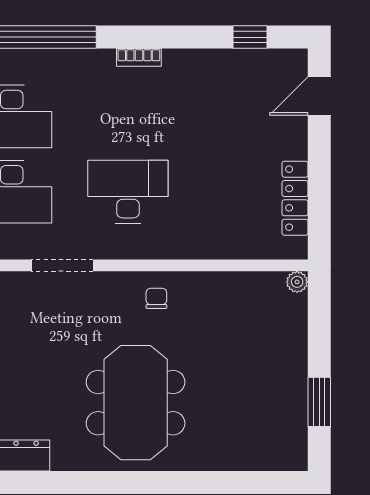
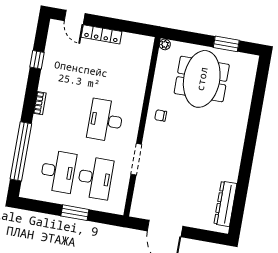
window: (250, 37) -> (37, 60), moved
locker: (295, 198) -> (101, 34), moved
meeting table: (136, 403) -> (202, 79), moved, turned 90

